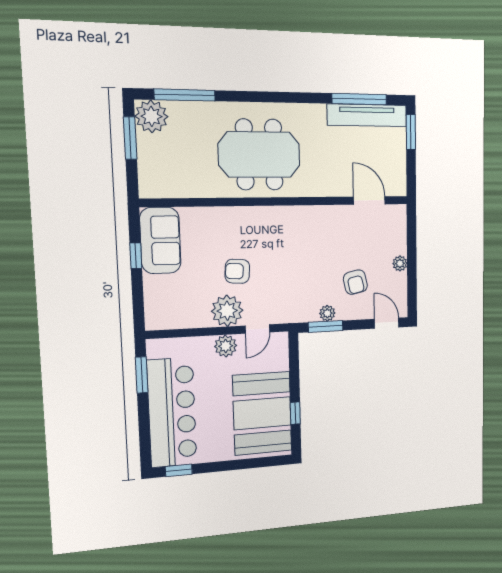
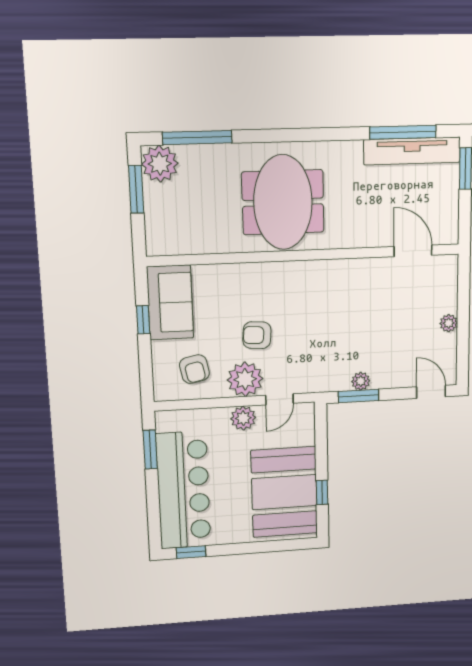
meeting table: (259, 155) -> (283, 202), turned 90
armchair: (355, 282) -> (194, 369), moved

